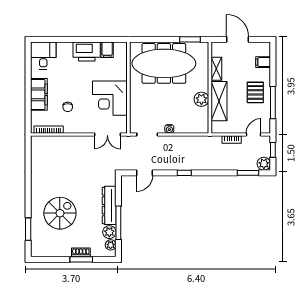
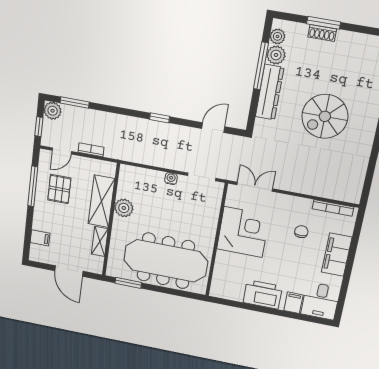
filing cabinet: (107, 50) -> (293, 303), moved
pallet: (255, 92) -> (59, 189), moved
spiral stairs: (60, 213) -> (325, 116), moved

